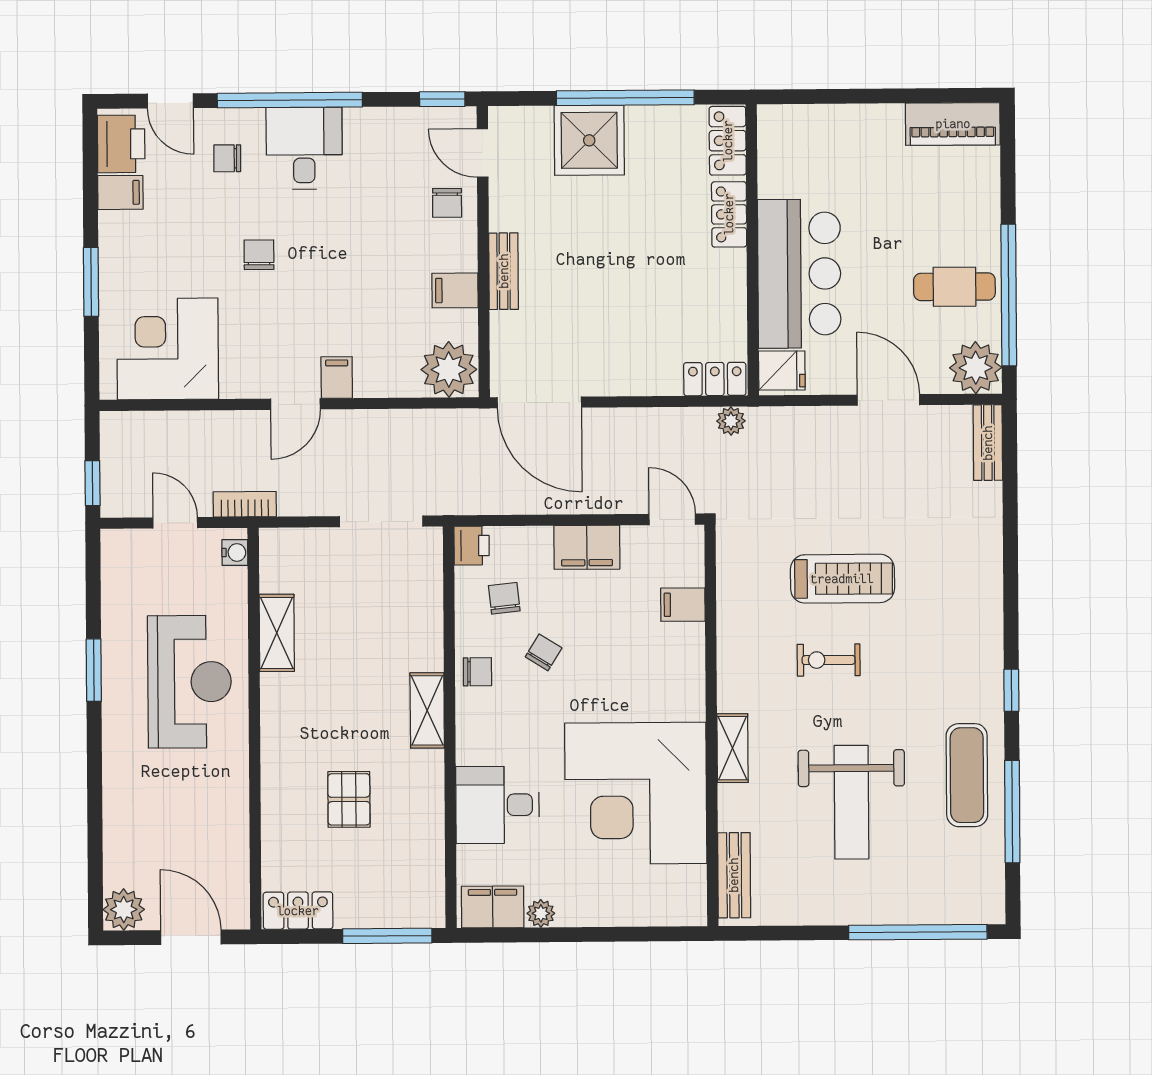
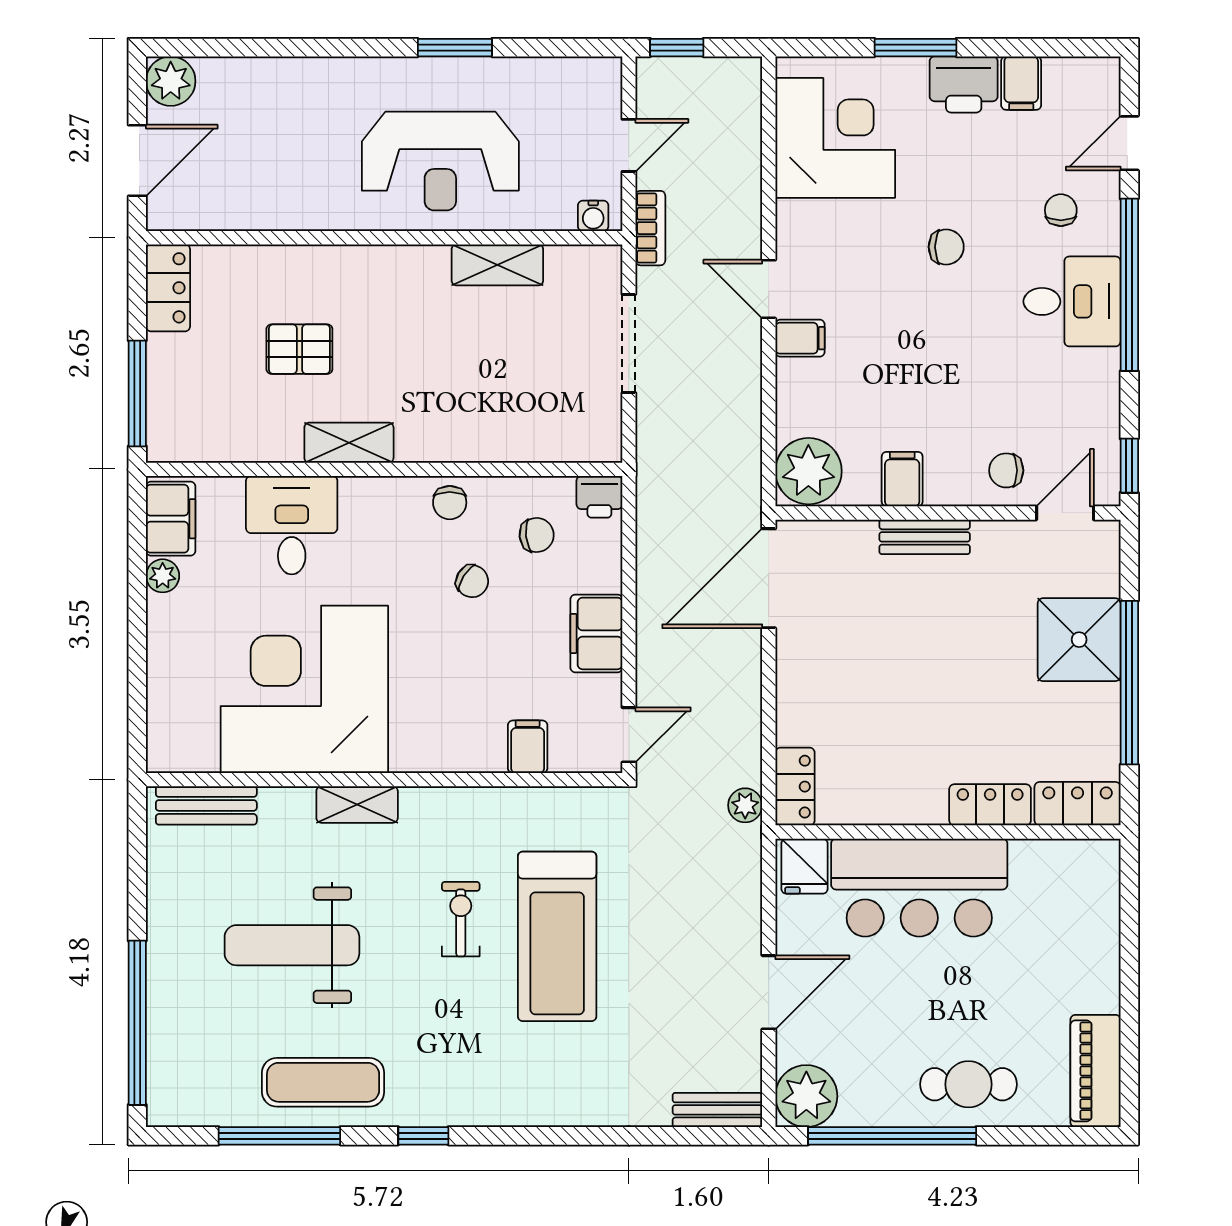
printer: (121, 144) -> (964, 84), moved
cafe table: (954, 287) -> (968, 1084), moved, turned 90
doorway: (381, 521) -> (629, 344), moved
treadmill: (842, 579) -> (557, 936), width x1.37, depth x1.38
shelving: (427, 710) -> (349, 443), moved

